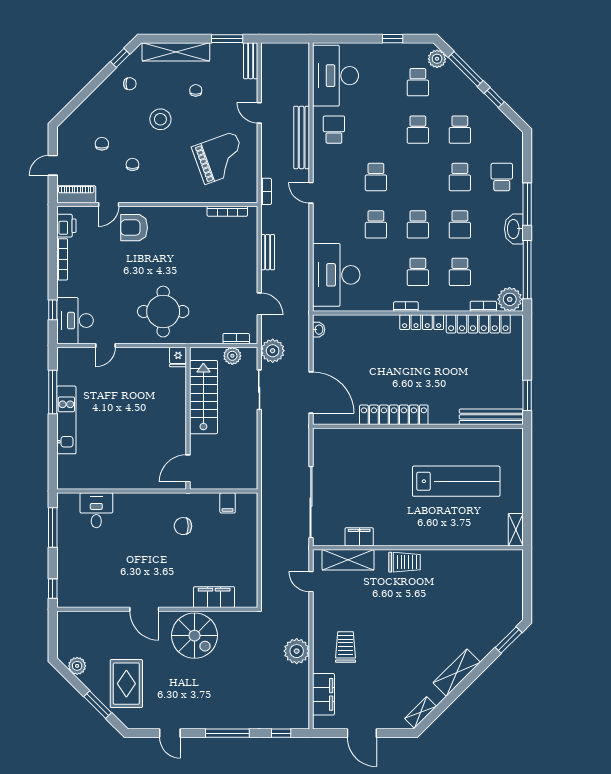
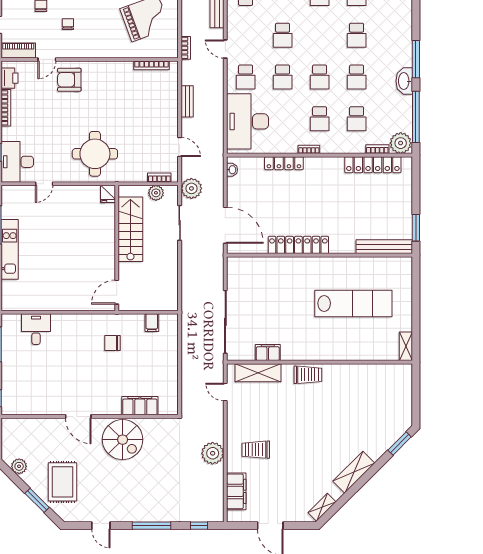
school desk: (502, 177) -> (246, 77), moved, turned 180
locker: (422, 322) -> (284, 163), moved
trolley: (346, 647) -> (256, 450), turned -90

